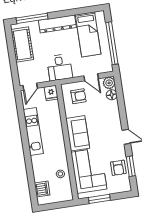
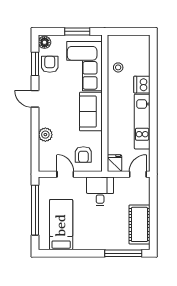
dresser: (57, 24) -> (95, 242), removed
plant: (109, 83) -> (45, 135), moved
floor lamp: (112, 95) -> (44, 42), moved
armchair: (78, 96) -> (83, 155), turned -89
dishwasher: (42, 189) -> (142, 85), moved

